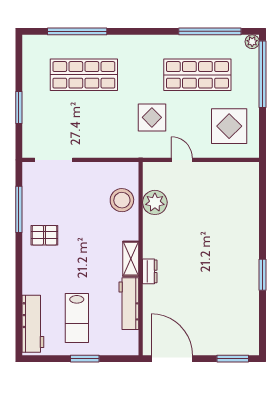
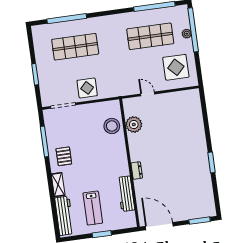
plant: (252, 42) -> (187, 34), moved
display table: (152, 117) -> (87, 88), moved
pallet: (44, 235) -> (64, 156), turned 90
shelving: (131, 259) -> (58, 185), moved

